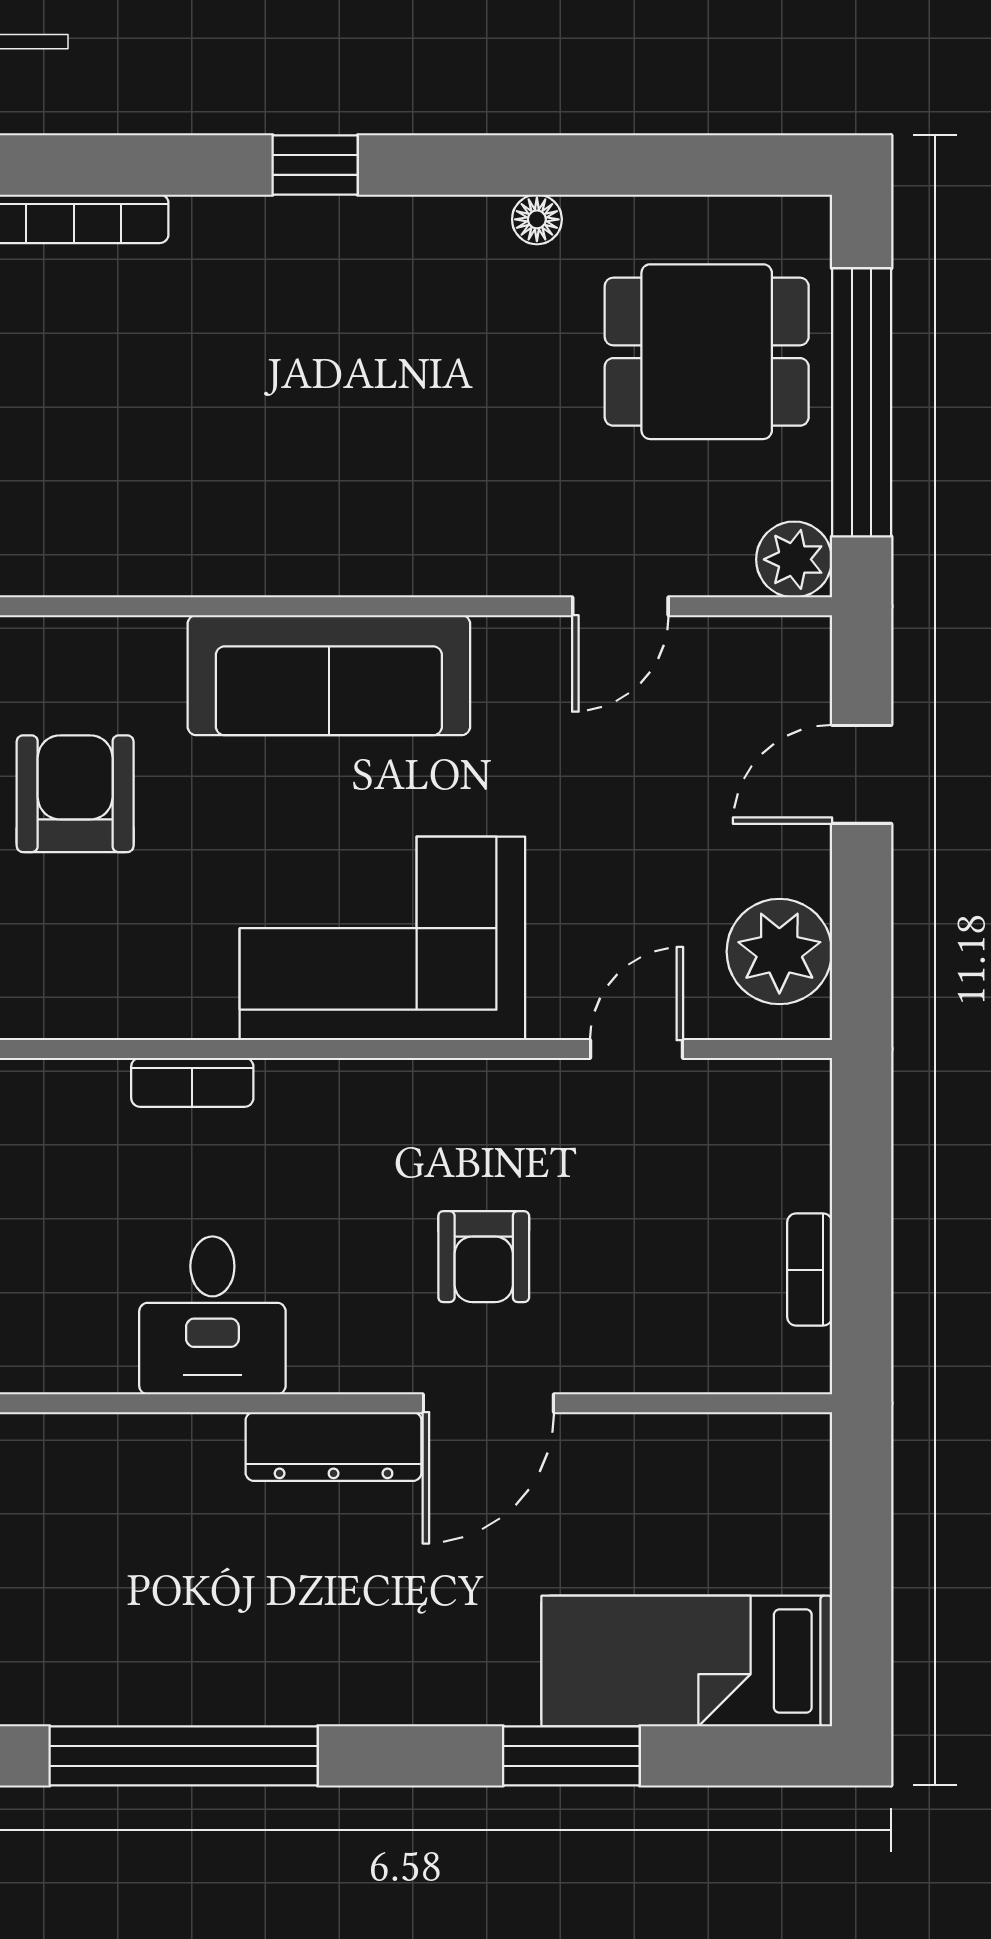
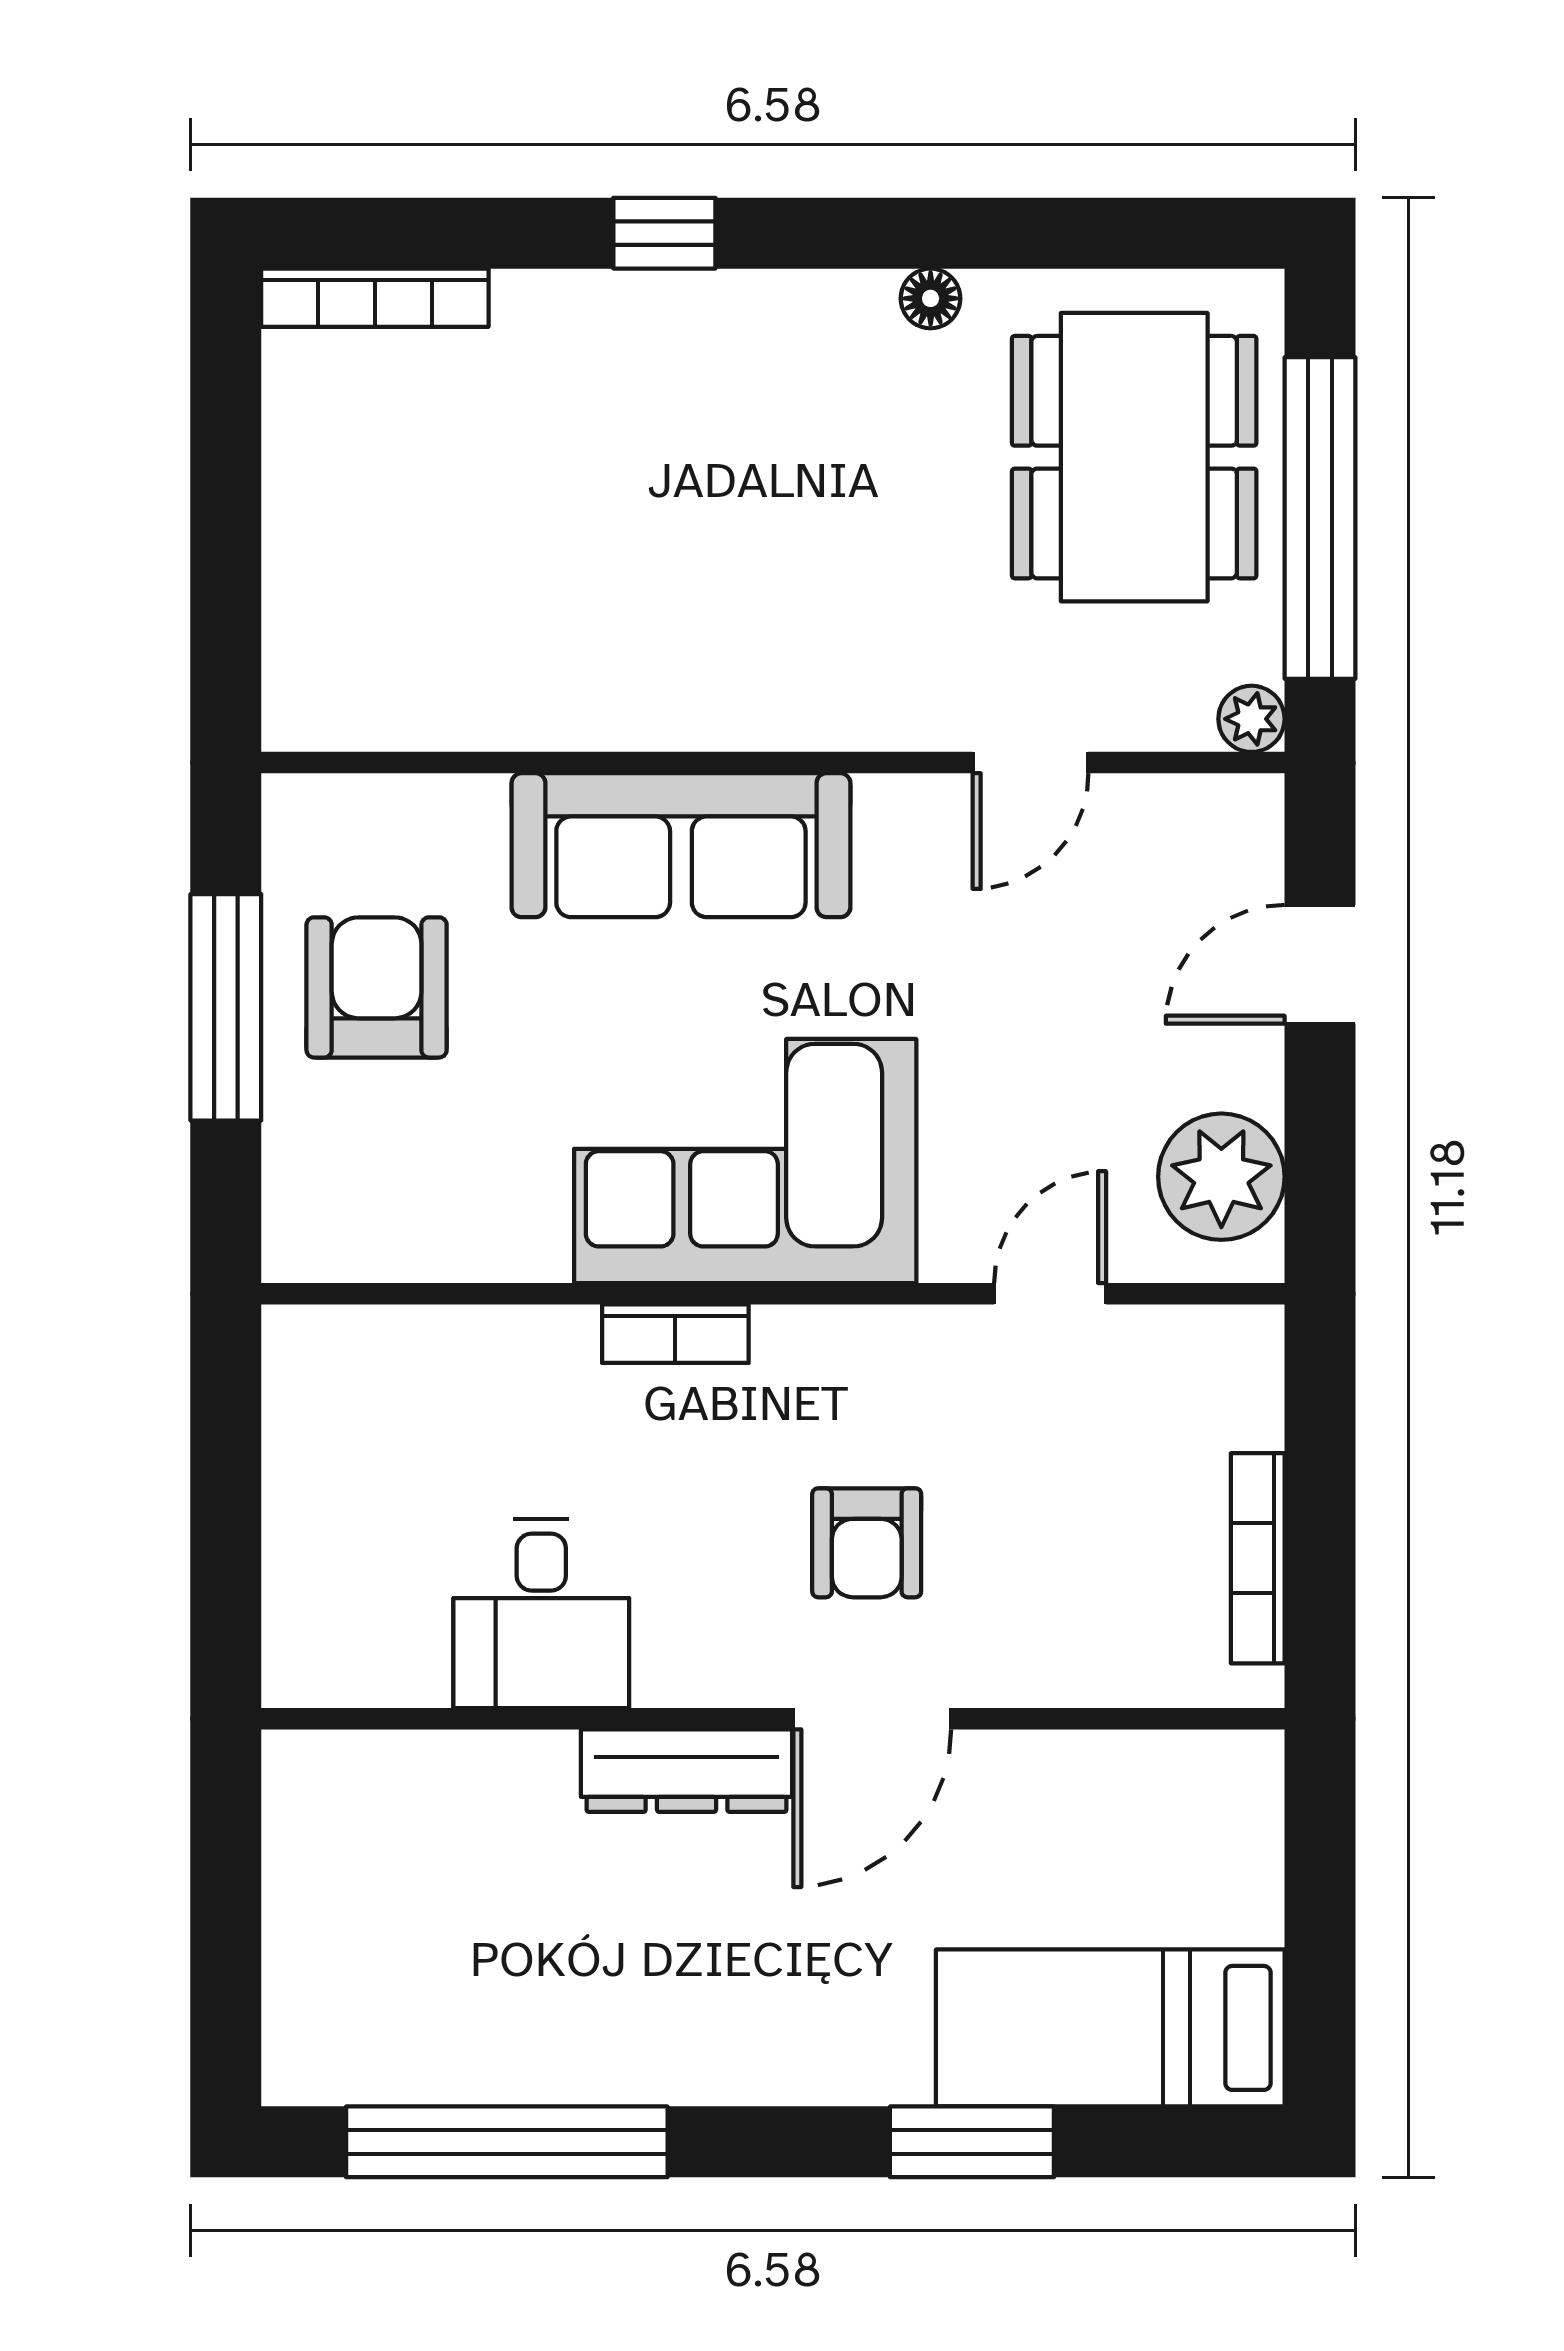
dining table: (707, 352) -> (1134, 457), width x1.38
plant: (794, 559) -> (1251, 719), width x0.73, depth x0.73
bookcase: (192, 1082) -> (675, 1334), moved
bookcase: (810, 1270) -> (1258, 1558), width x1.56

